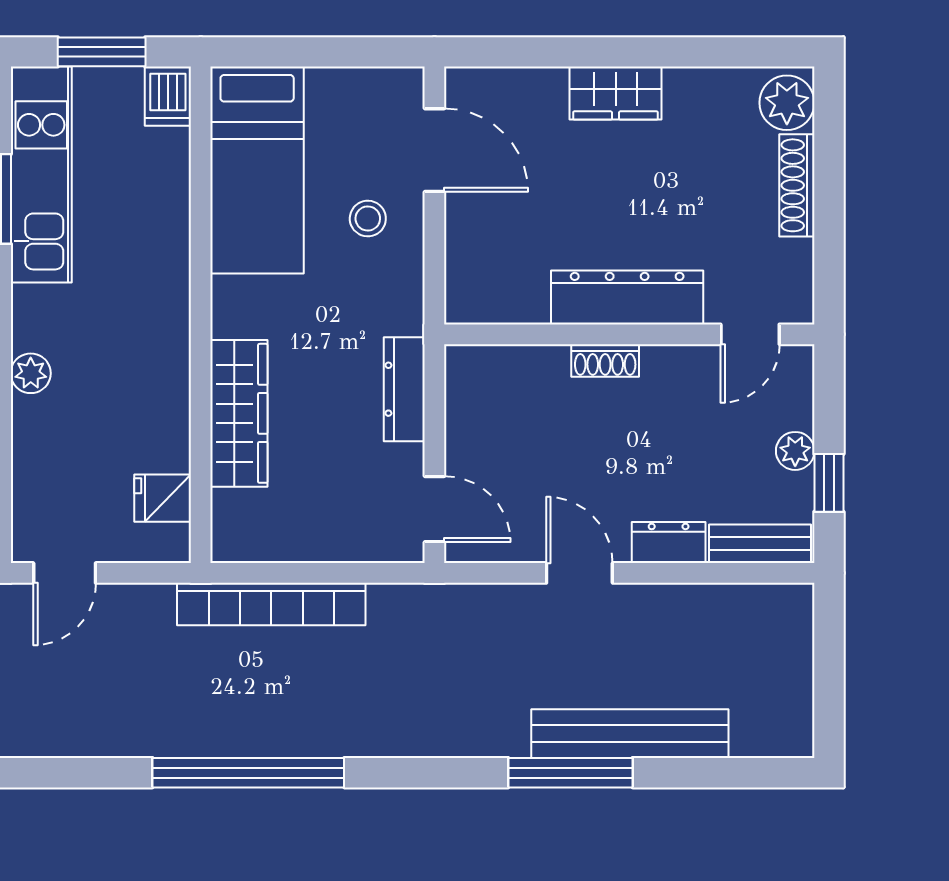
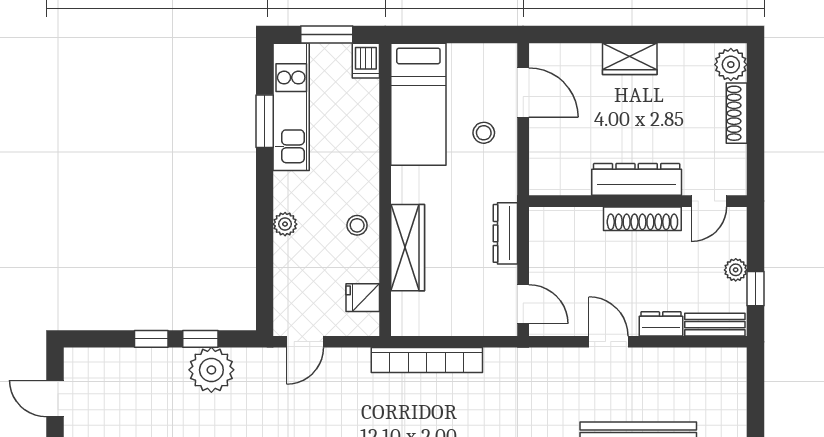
shoe rack: (605, 361) -> (642, 219), width x1.94, depth x1.24
stool: (153, 375) -> (357, 225), added

